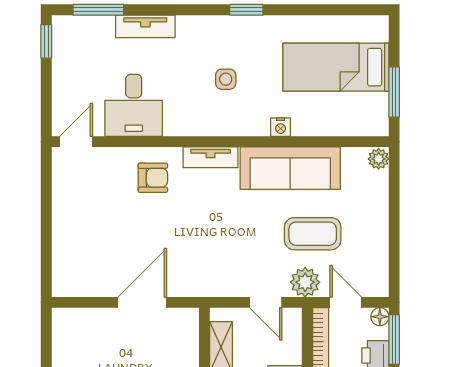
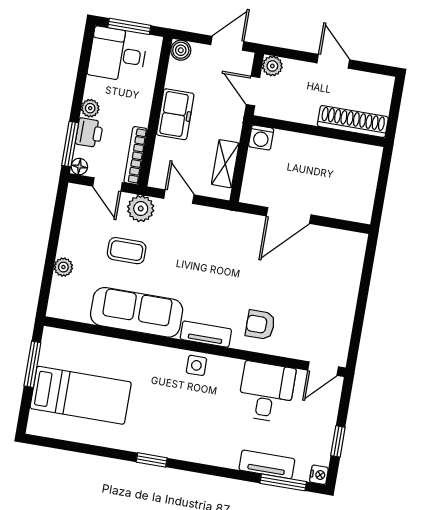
tv unit: (145, 26) -> (267, 464), moved
window: (46, 41) -> (338, 441), moved
side table: (226, 79) -> (196, 365), moved
nightstand: (281, 127) -> (319, 475), moved, turned 90
plant: (379, 159) -> (63, 267), moved
coffee table: (313, 234) -> (127, 251), width x0.73, depth x0.77

